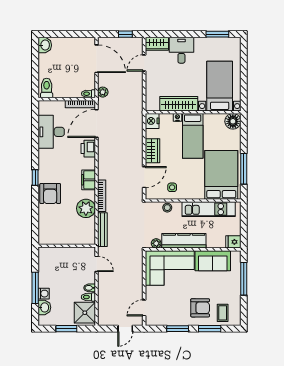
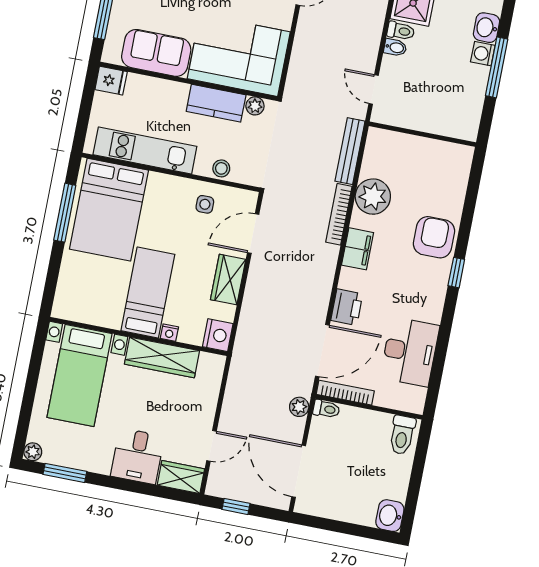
plant: (236, 42) -> (33, 452), added
floor lamp: (233, 121) -> (68, 305), removed
kitchen counter: (184, 241) -> (216, 103), width x0.67

